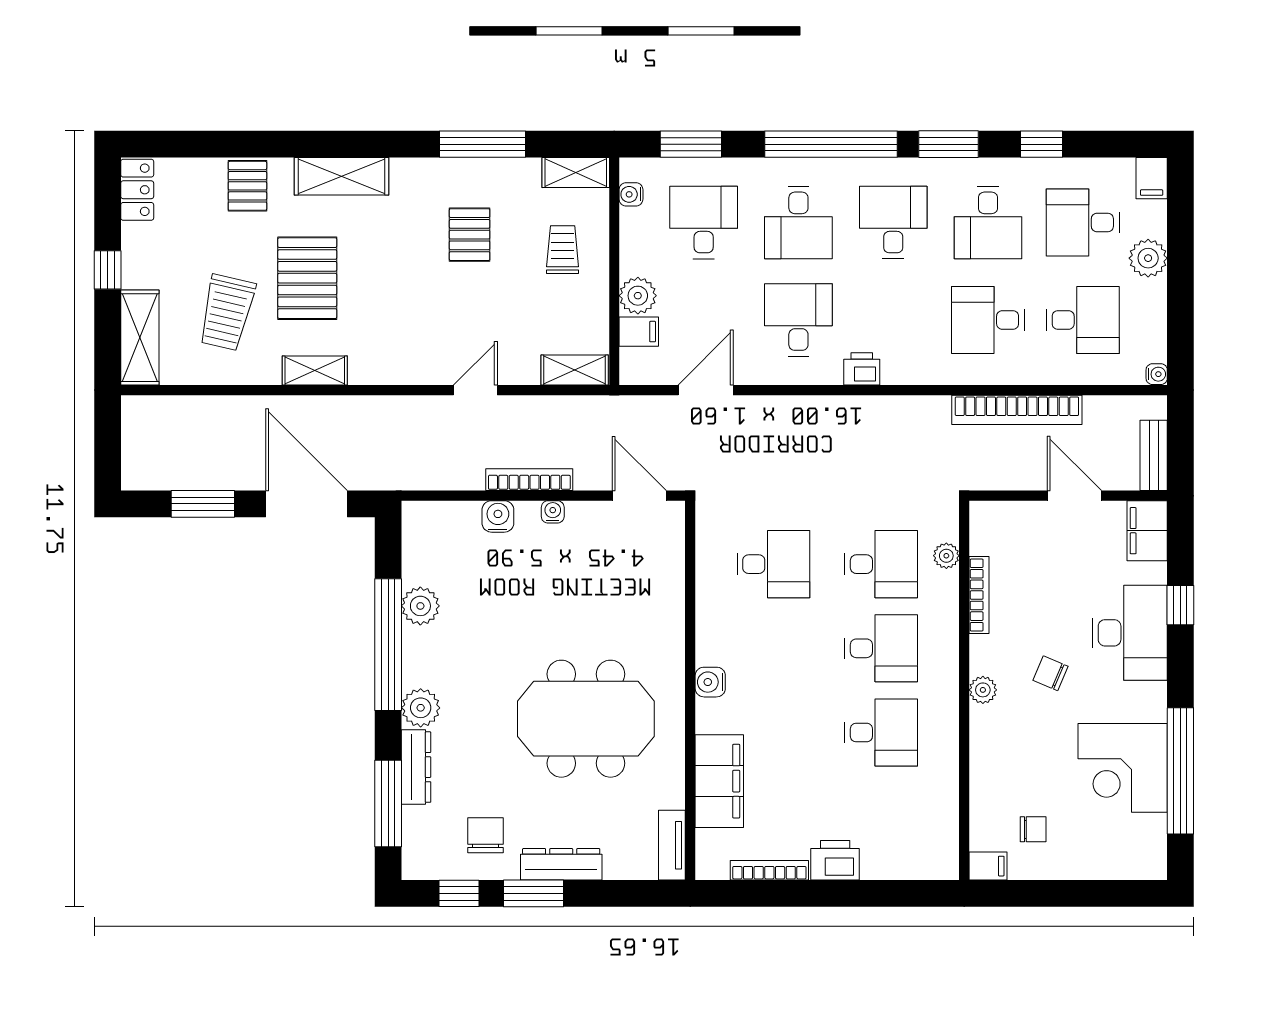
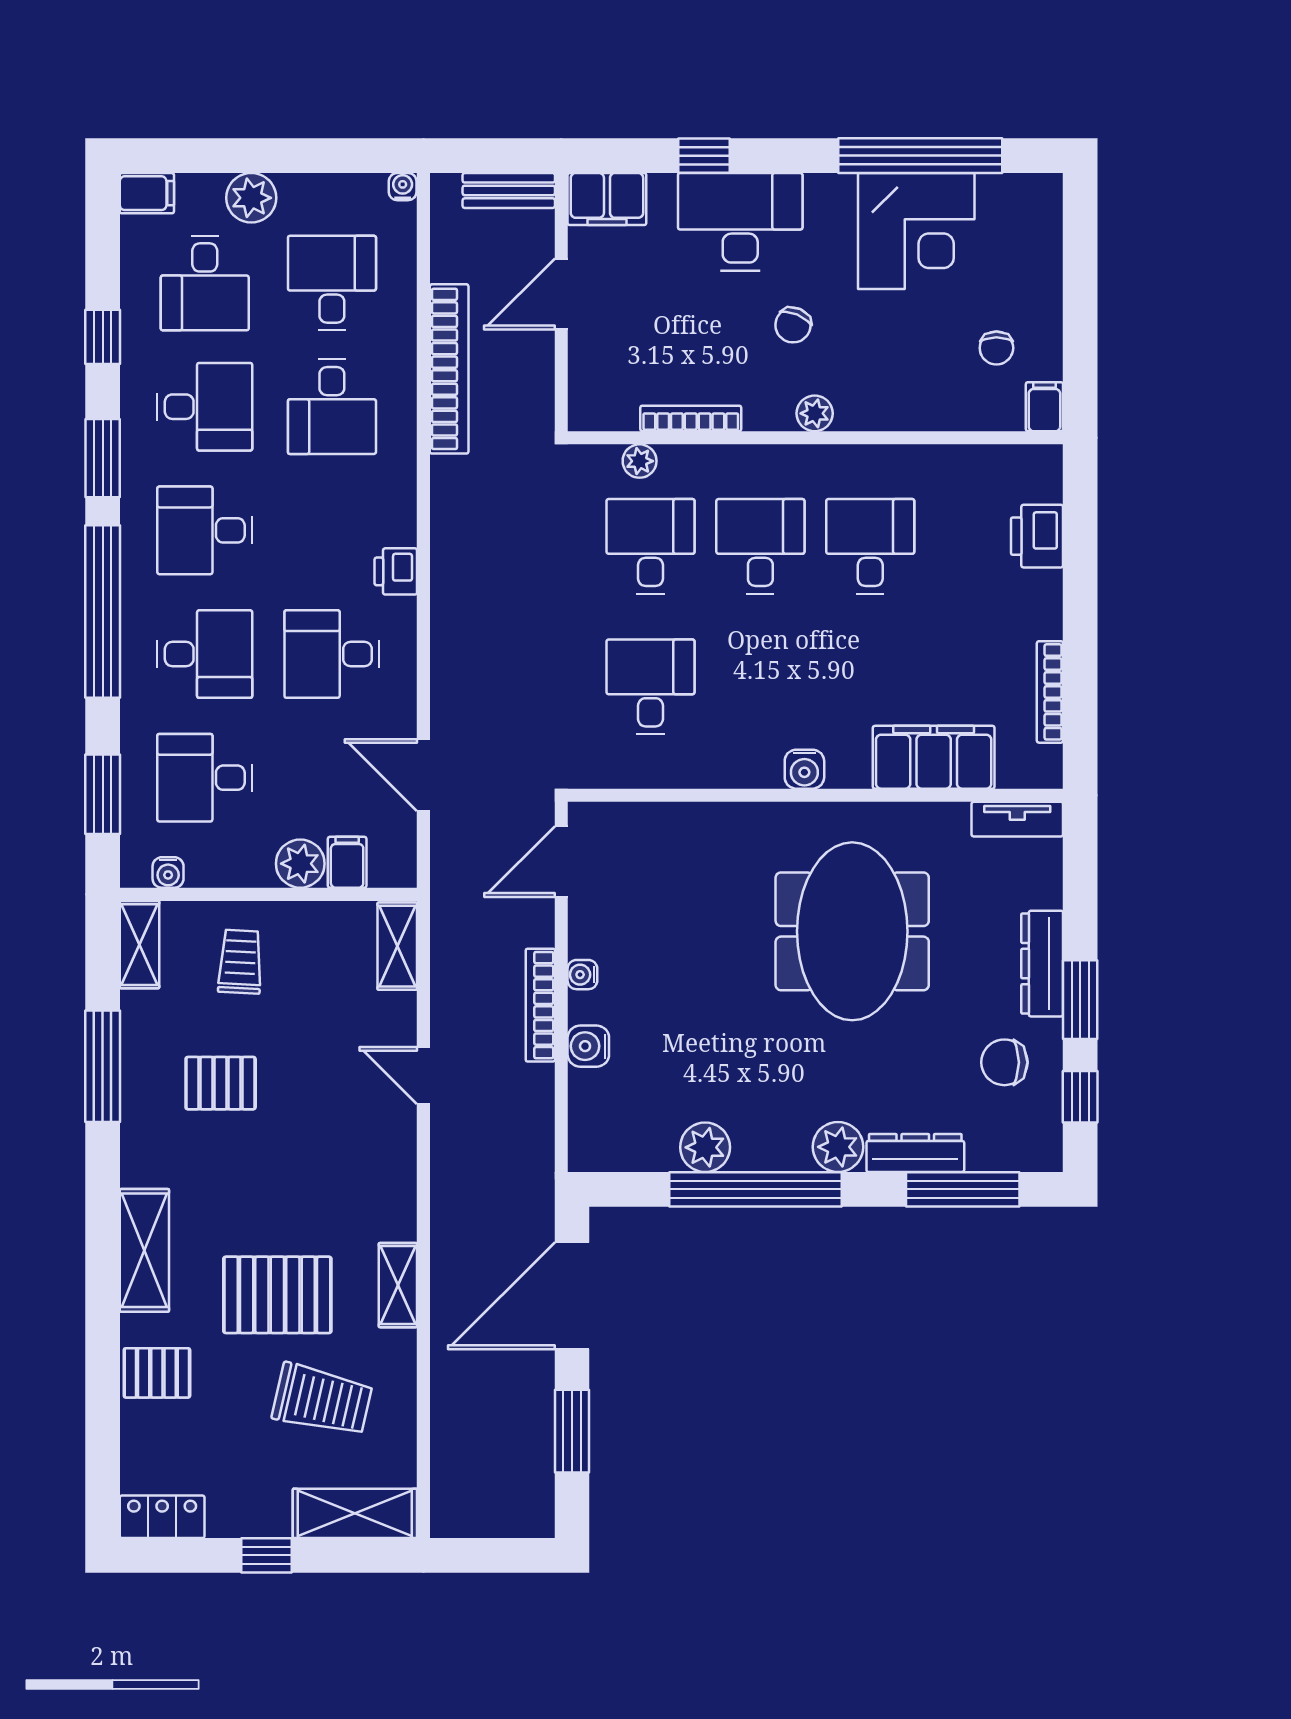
trolley: (563, 250) -> (240, 962), turned 93
chair: (1033, 829) -> (996, 348), turned 180
printer: (835, 860) -> (1037, 536), moved

